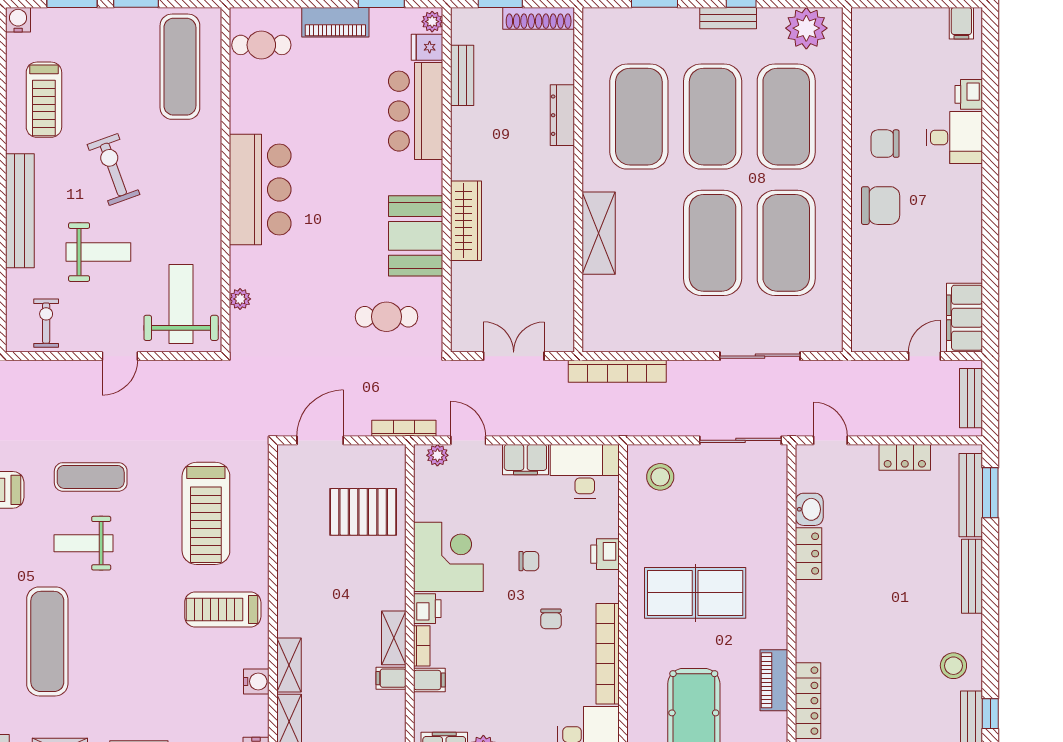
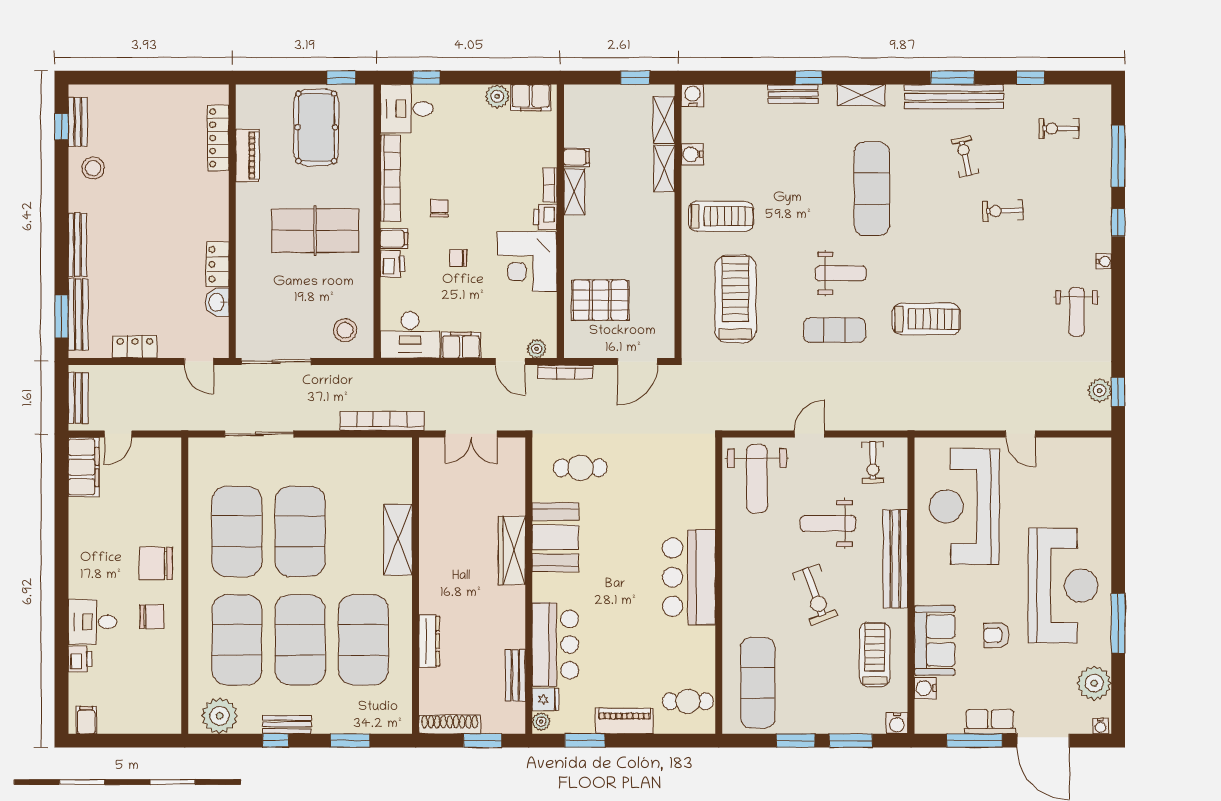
plant: (240, 299) -> (706, 483), removed
filing cabinet: (429, 680) -> (394, 239), moved, turned 180

